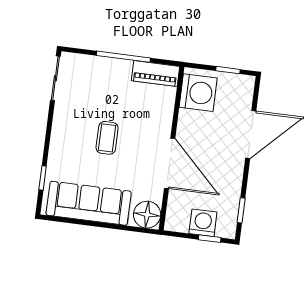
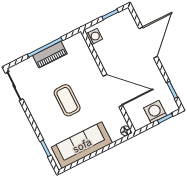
piano: (155, 74) -> (50, 55), moved
washing machine: (198, 93) -> (94, 36), width x0.53, depth x0.53
coffee table: (107, 138) -> (67, 100), width x1.36, depth x1.30
floor lamp: (147, 215) -> (126, 131), width x0.53, depth x0.53

